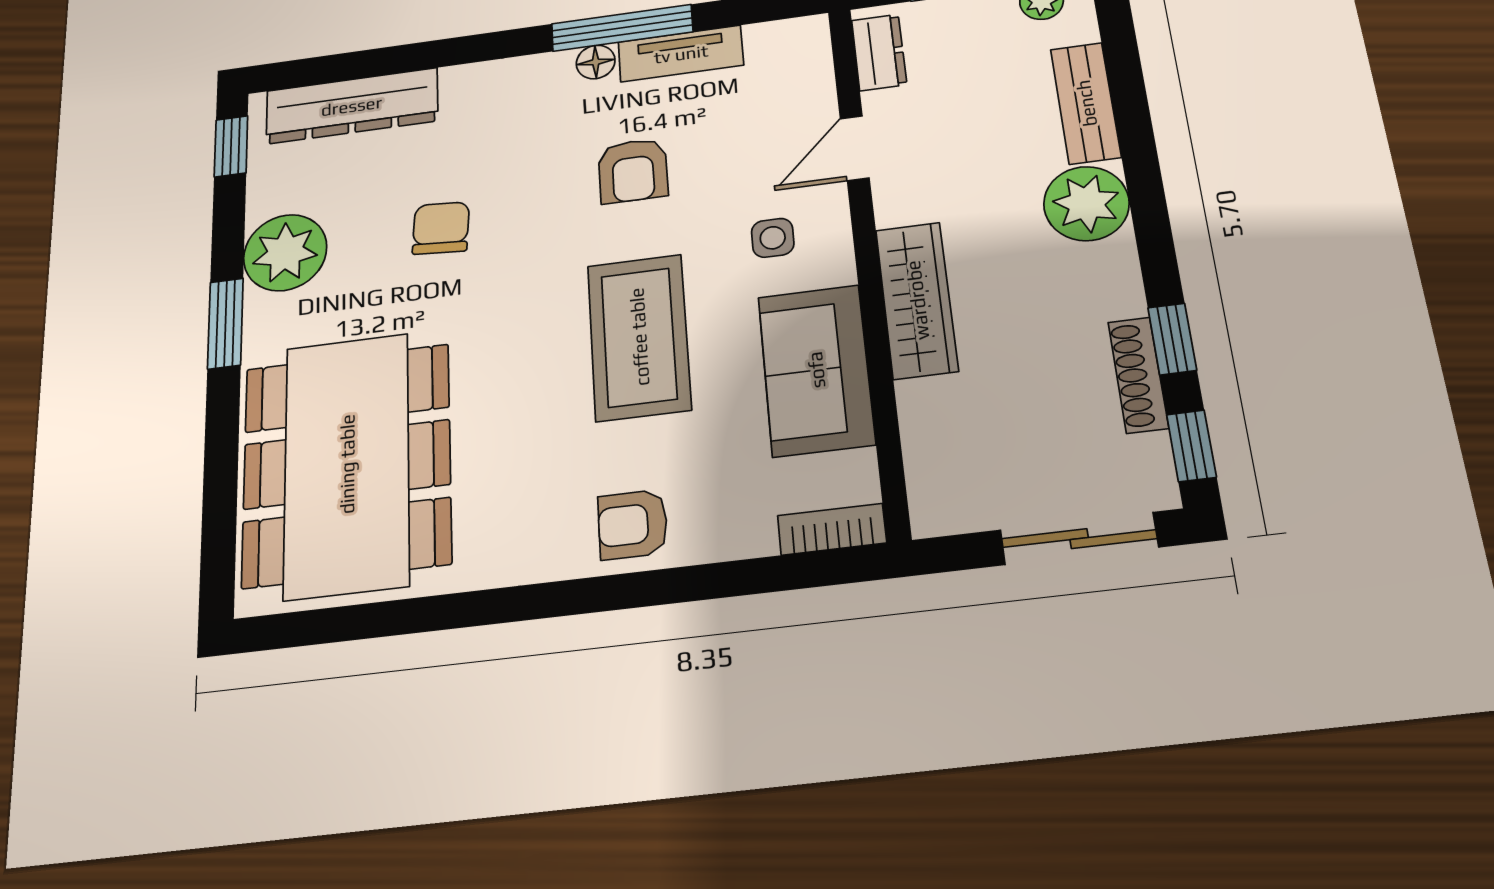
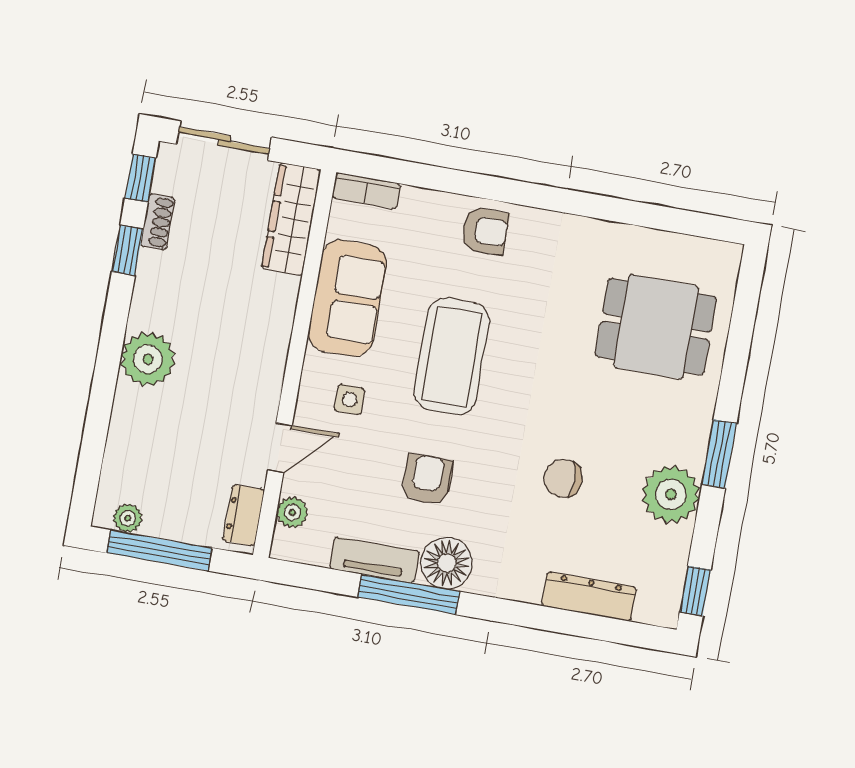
floor lamp: (596, 62) -> (447, 563), width x1.89, depth x1.89
plant: (812, 76) -> (292, 512), added
bench: (1086, 103) -> (125, 432), removed
dresser: (352, 106) -> (589, 596), width x0.73, depth x0.80
chair: (441, 228) -> (563, 478), turned 86
wardrobe: (917, 300) -> (291, 219), moved
shoe rack: (1138, 375) -> (158, 222), width x0.70
dining table: (347, 464) -> (656, 327), width x0.53, depth x0.80

